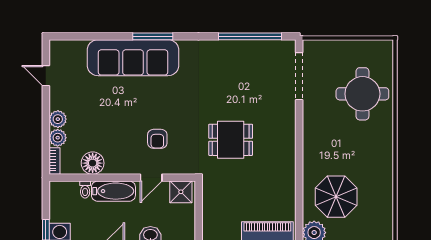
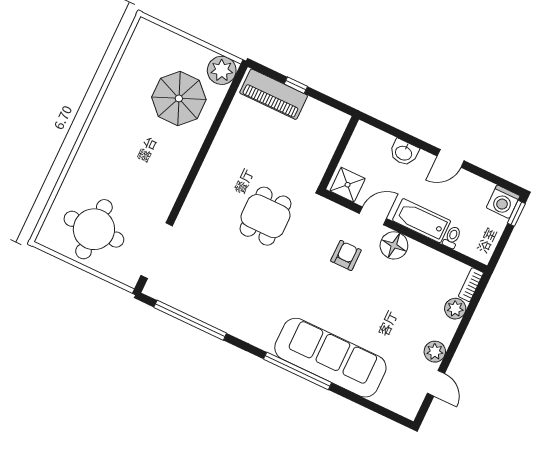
window: (153, 36) -> (298, 371), width x1.46
round table: (362, 94) -> (94, 229), moved
plant: (58, 119) -> (435, 352), moved
dining table: (231, 140) -> (266, 216), turned 90
floor lamp: (93, 163) -> (394, 245), moved

